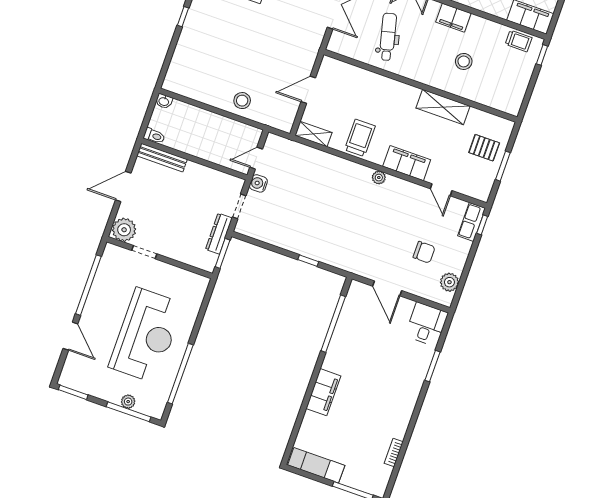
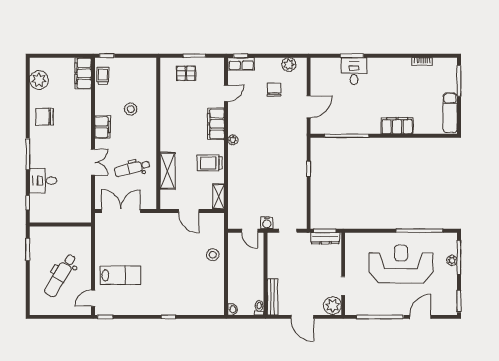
shelving: (443, 107) -> (168, 171), moved
pallet: (484, 148) -> (186, 73), turned 90
dresser: (219, 234) -> (325, 238), moved
desk: (427, 324) -> (354, 71), moved, turned 90

